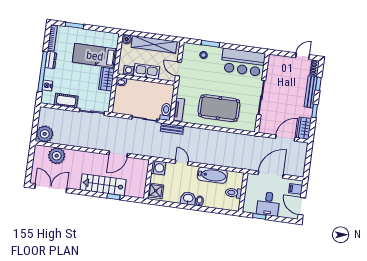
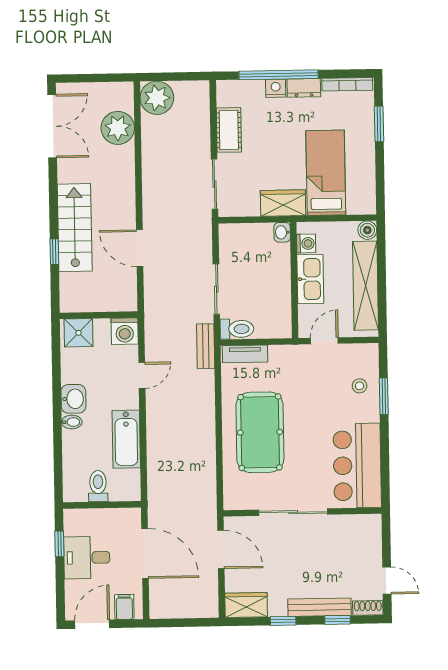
nightstand: (47, 85) -> (276, 88), moved
door: (285, 138) -> (221, 549), moved

